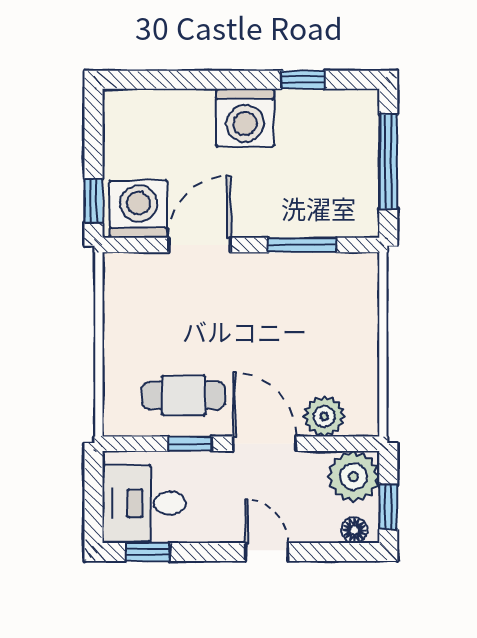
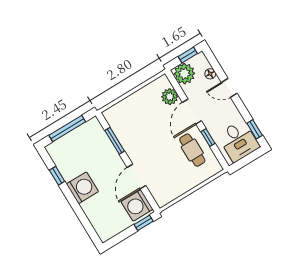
door: (199, 245) -> (137, 177), hinge flipped
floor lamp: (354, 530) -> (210, 74), moved
door: (267, 552) -> (229, 88), hinge flipped

